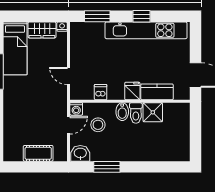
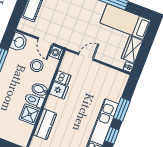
window: (97, 16) -> (122, 109), moved
fridge: (132, 91) -> (59, 90), moved

